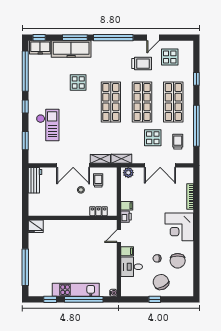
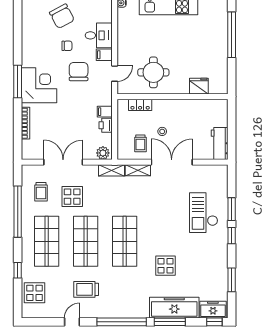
display table: (170, 57) -> (35, 293), moved
window: (25, 71) -> (232, 280), width x0.47
window: (25, 141) -> (232, 209), moved
printer: (126, 217) -> (106, 125), moved
fridge: (36, 226) -> (199, 86), moved
window: (196, 230) -> (18, 81), added
round table: (88, 237) -> (153, 72), added
chair: (178, 261) -> (79, 72), moved

